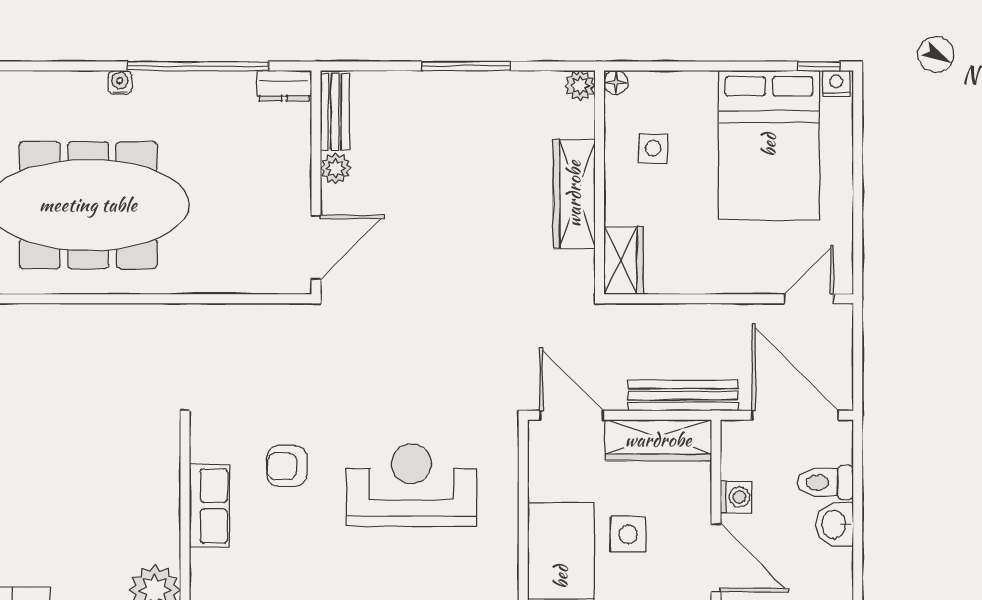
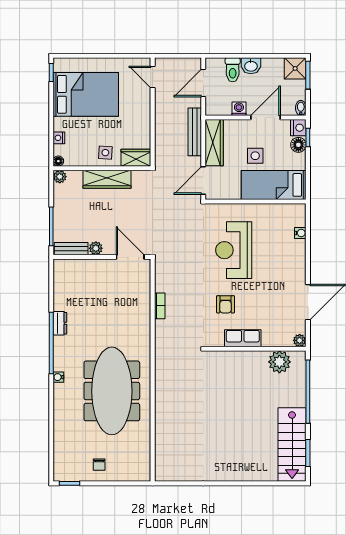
nightstand: (836, 84) -> (59, 138), moved
dresser: (284, 86) -> (60, 323), moved
bench: (335, 112) -> (71, 249), moved
side table: (653, 148) -> (105, 153), moved
plant: (336, 168) -> (96, 248), moved
wall: (316, 182) -> (102, 257), moved
door: (316, 247) -> (130, 257), moved
bookcase: (283, 315) -> (160, 306), added
door: (795, 415) -> (203, 83), width x0.73

